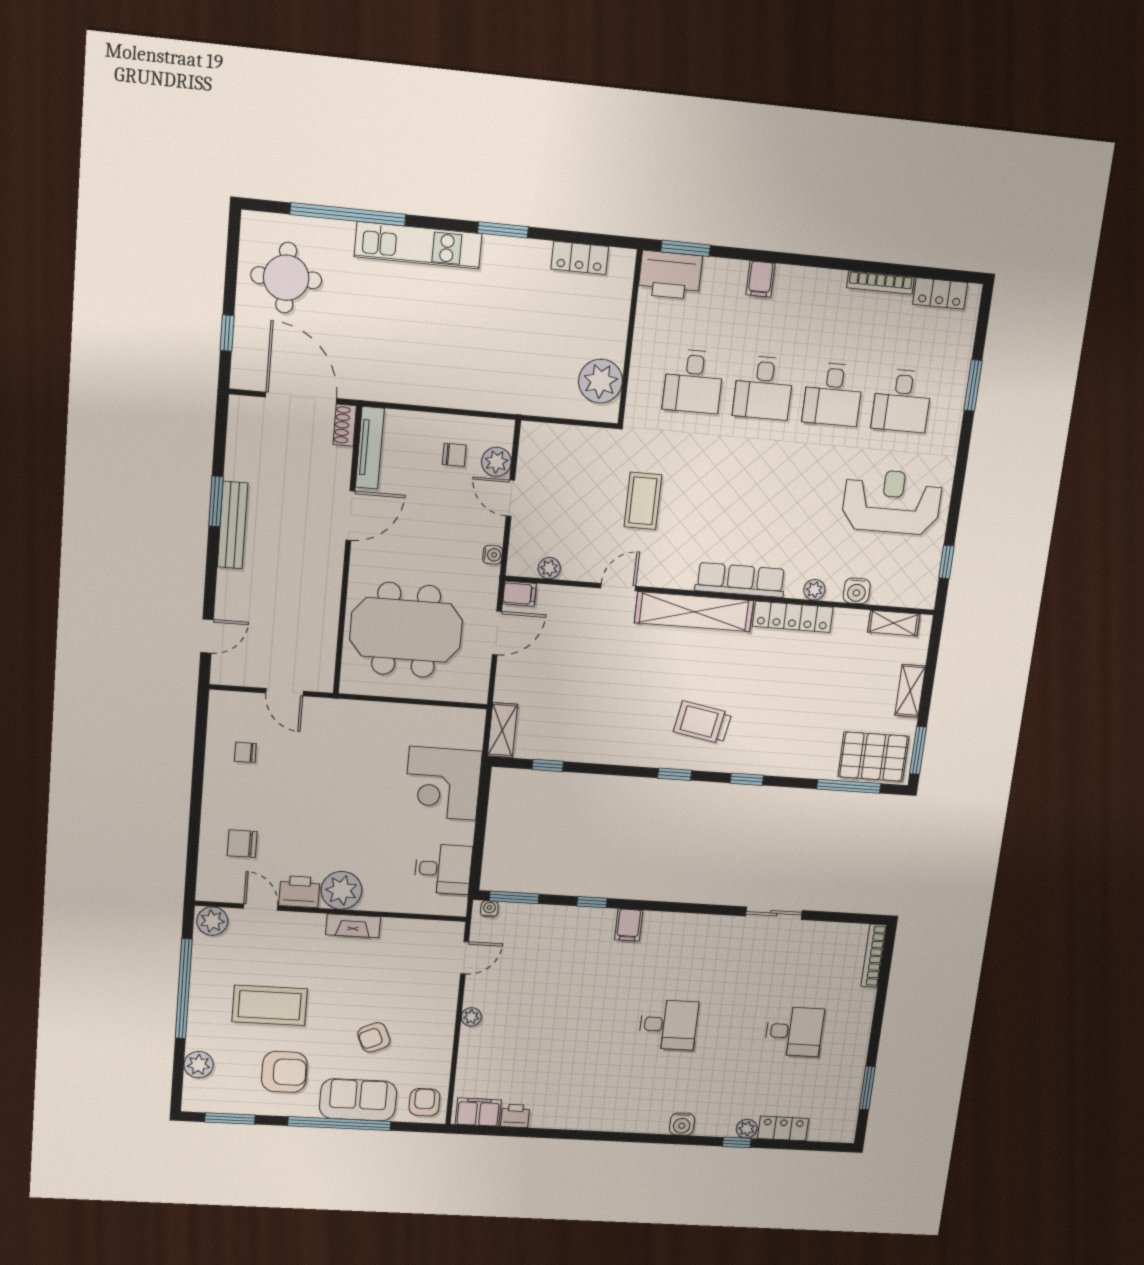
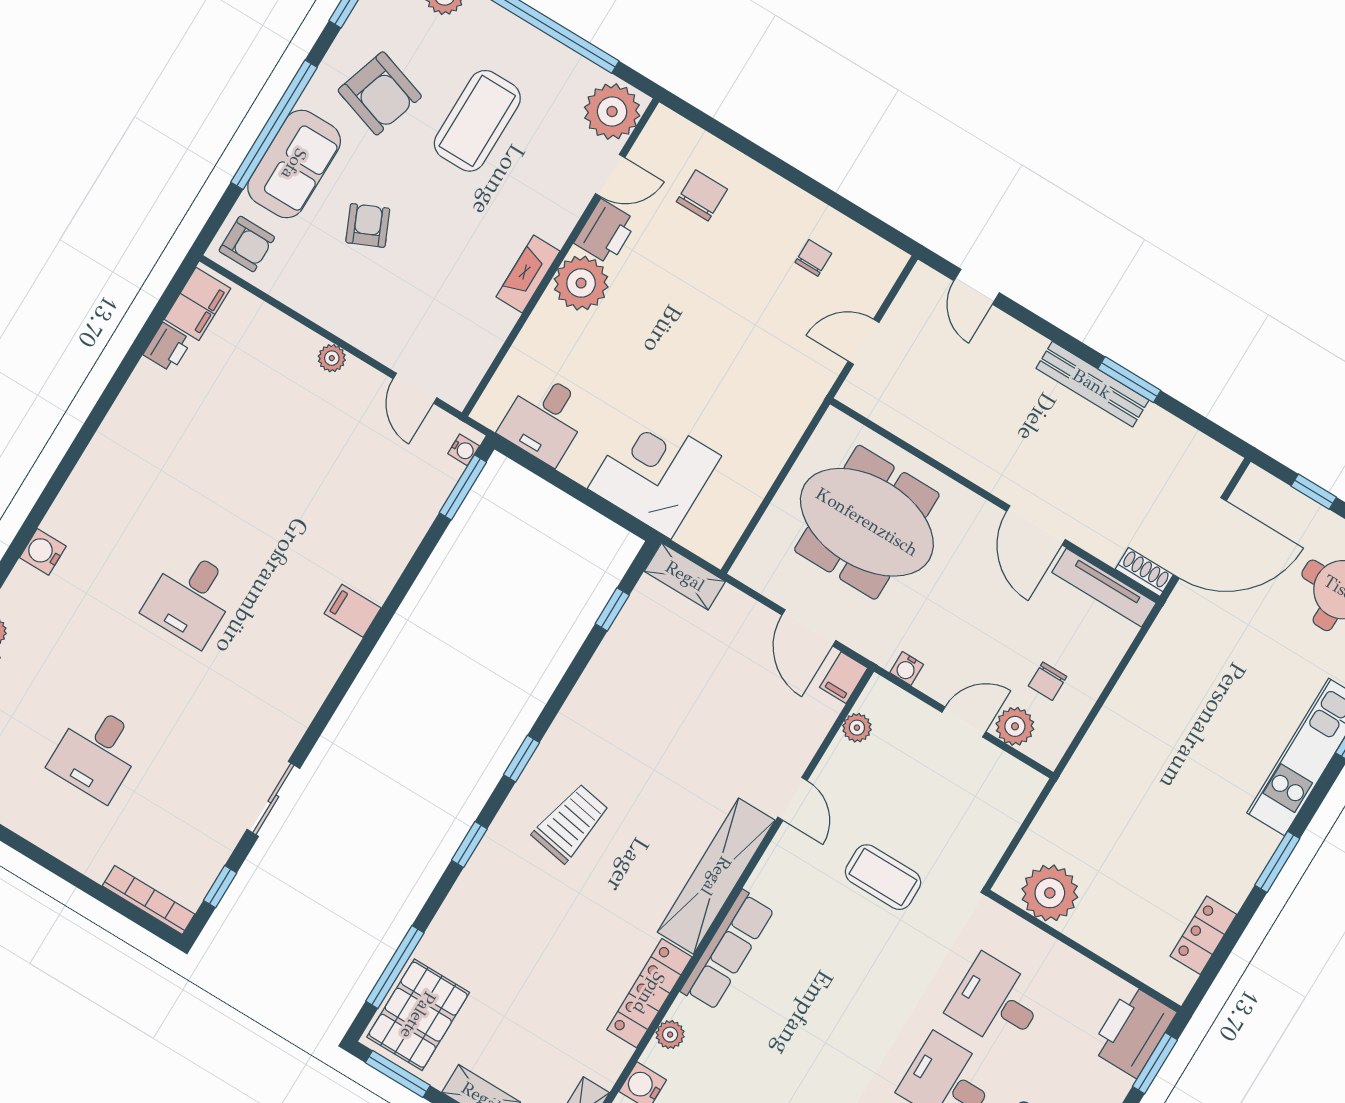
meeting table: (406, 630) -> (867, 522), turned 90
window: (592, 902) -> (220, 887), moved
plant: (212, 921) -> (612, 111), width x1.36, depth x1.36
armchair: (284, 1072) -> (380, 93), turned -72

